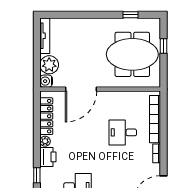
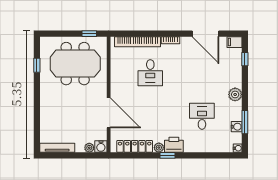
window: (163, 46) -> (89, 34), moved
meeting table: (132, 54) -> (75, 64), turned 90
plant: (49, 65) -> (89, 148), width x0.53, depth x0.53
window: (37, 175) -> (167, 155), moved

